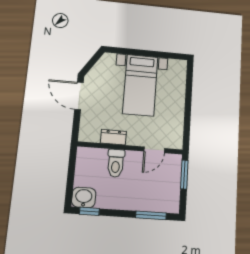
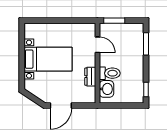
washbasin: (84, 197) -> (106, 89), moved, turned 180

